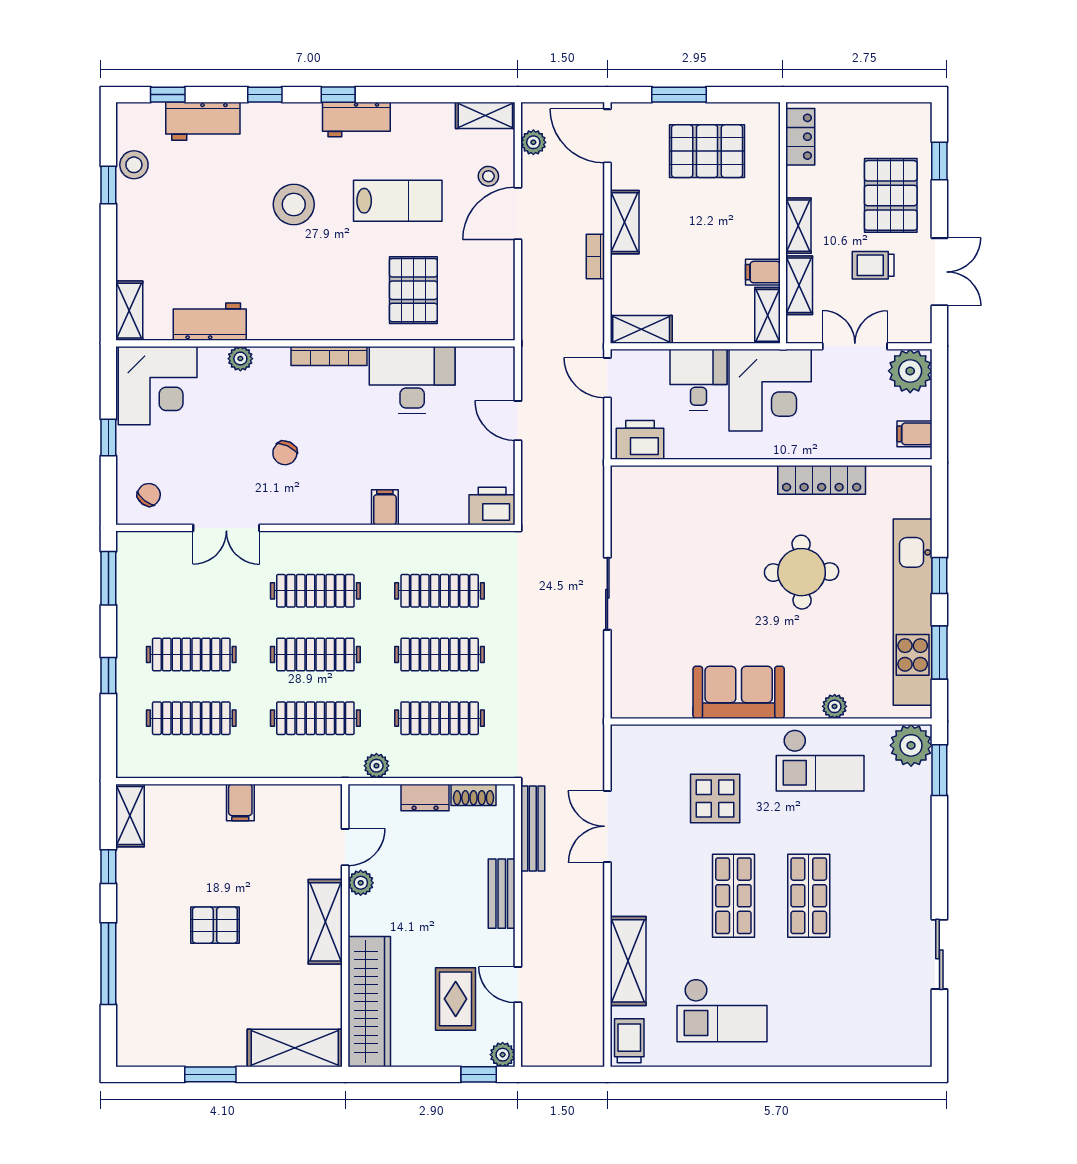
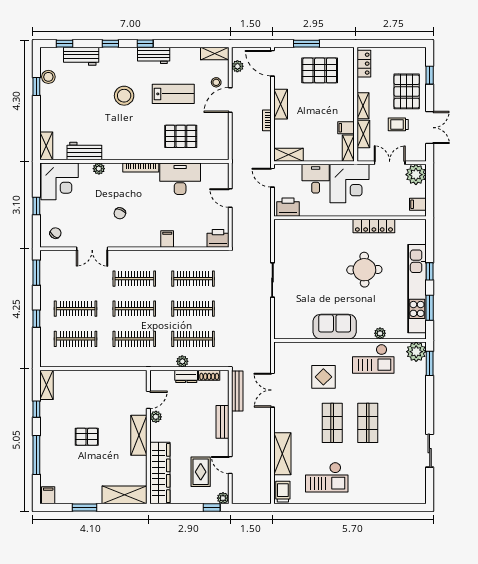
pallet: (413, 290) -> (181, 136), turned 90
plant: (376, 766) -> (182, 361), moved
filing cabinet: (240, 802) -> (48, 495), moved, turned 180

